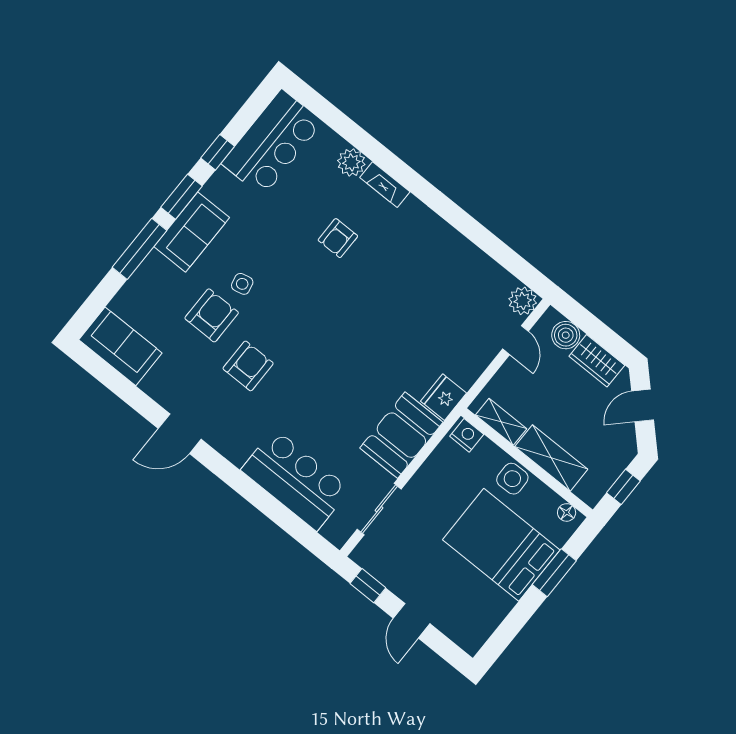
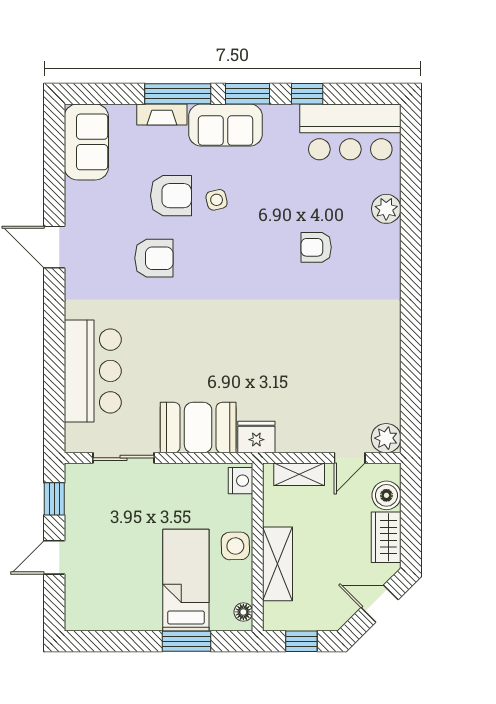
fireplace: (385, 185) -> (162, 114), moved, turned -90
shelving: (501, 422) -> (299, 474), moved, turned 90
bed: (501, 545) -> (186, 580), width x0.67

